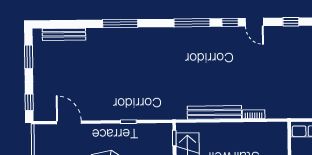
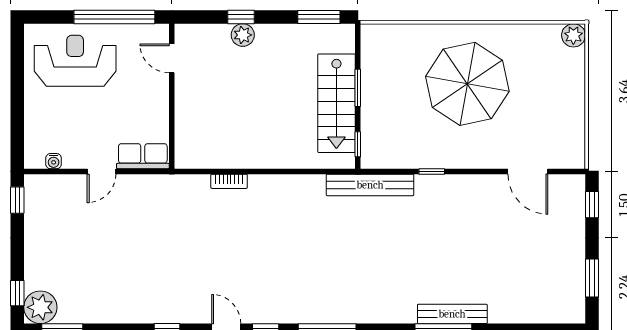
bench: (64, 34) -> (452, 314), moved
bench: (214, 112) -> (370, 185), moved

